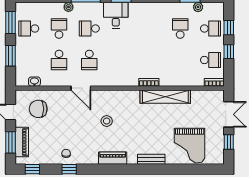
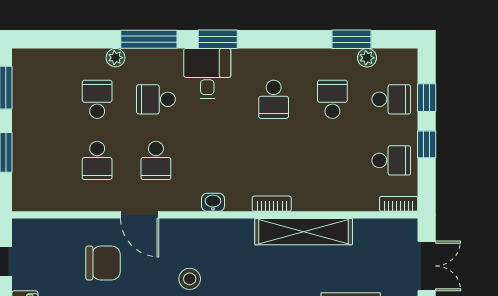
school desk: (29, 29) -> (274, 99), moved, turned -90
washbasin: (34, 82) -> (213, 202), moved
chair: (38, 109) -> (103, 263), moved, turned 180

